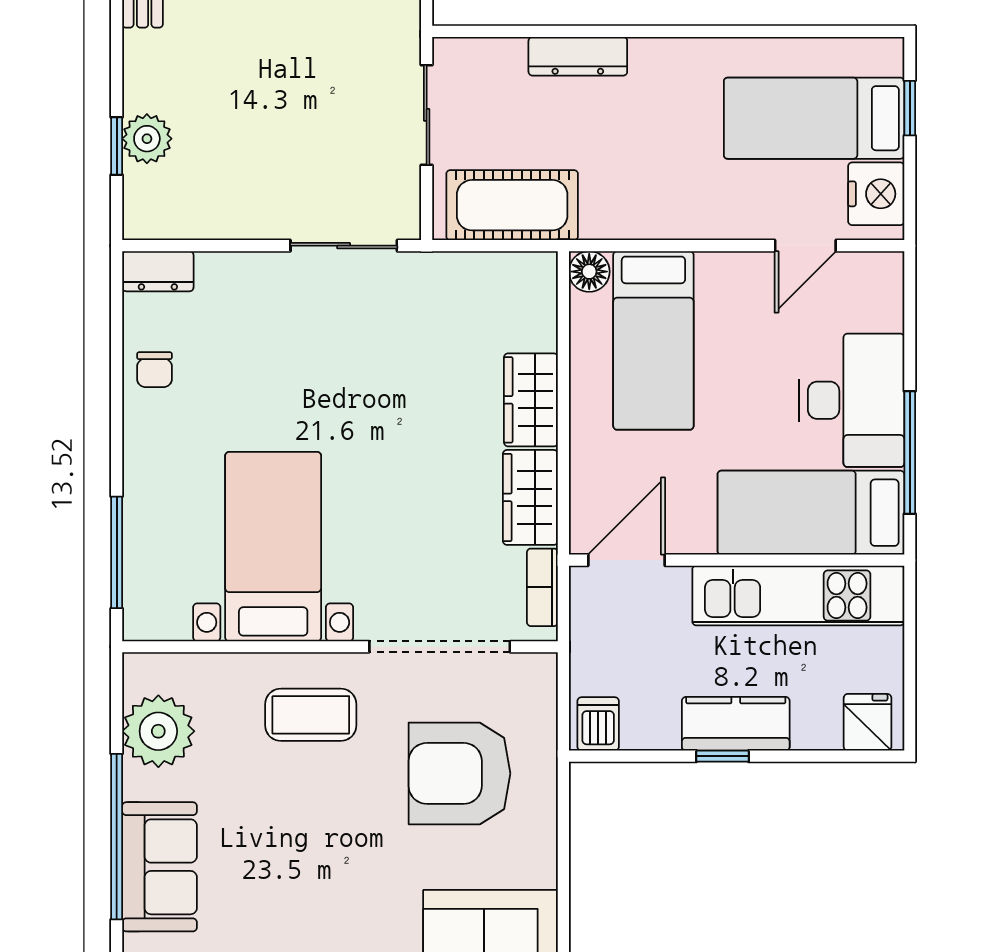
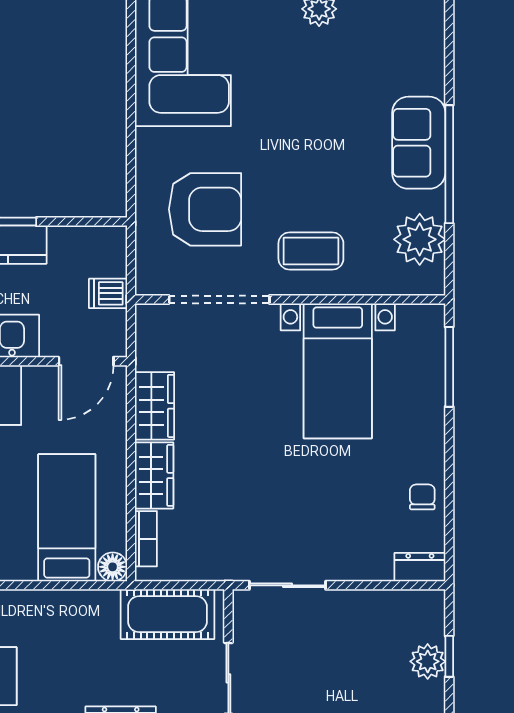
bookcase: (542, 587) -> (146, 539), moved
dishwasher: (598, 724) -> (108, 293), moved, turned 90

